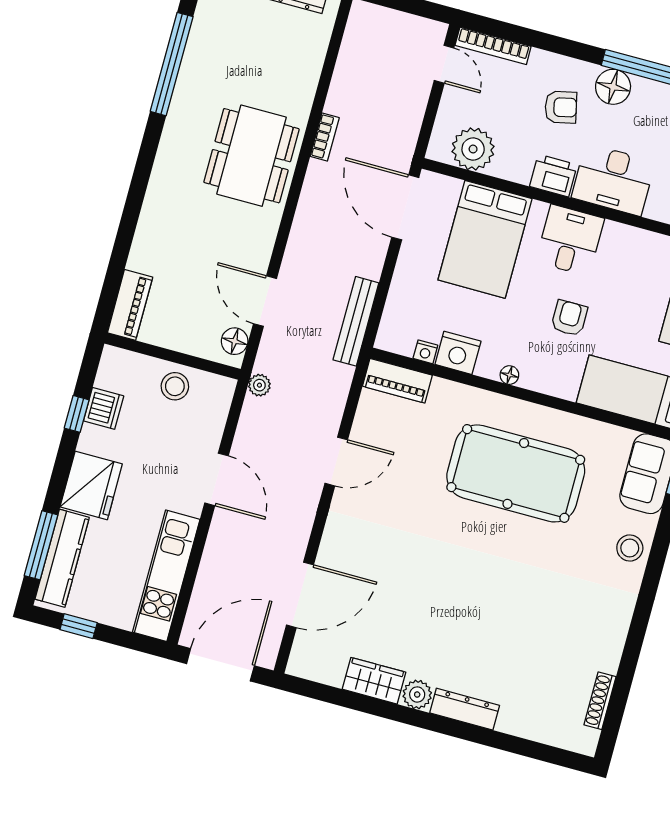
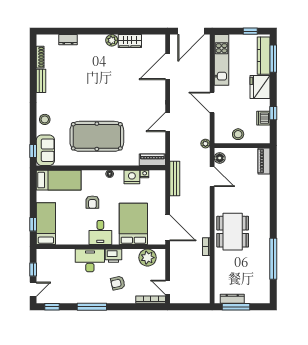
floor lamp: (613, 87) -> (100, 296), removed
bench: (614, 643) -> (41, 81), added
dresser: (465, 709) -> (68, 40), moved, width x0.70

